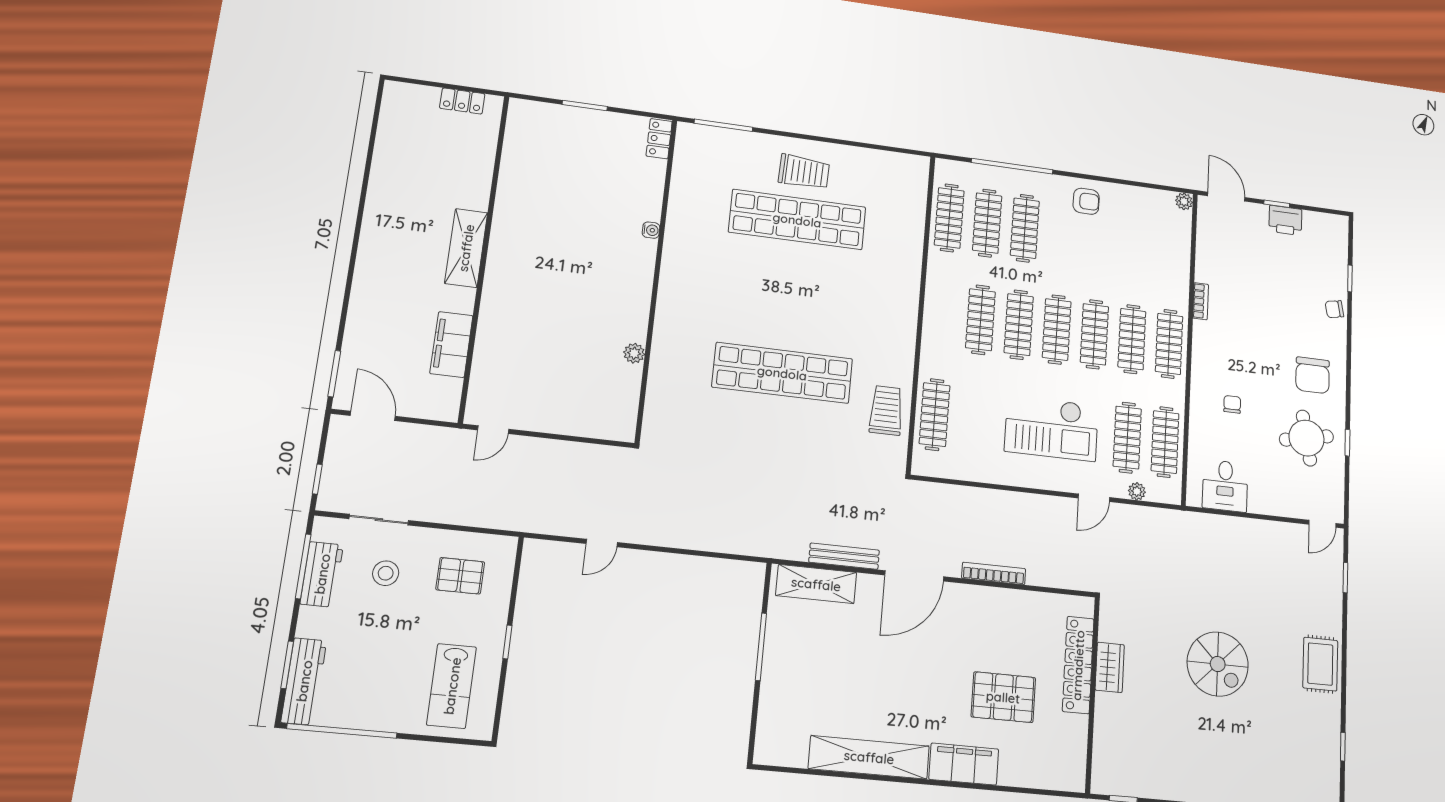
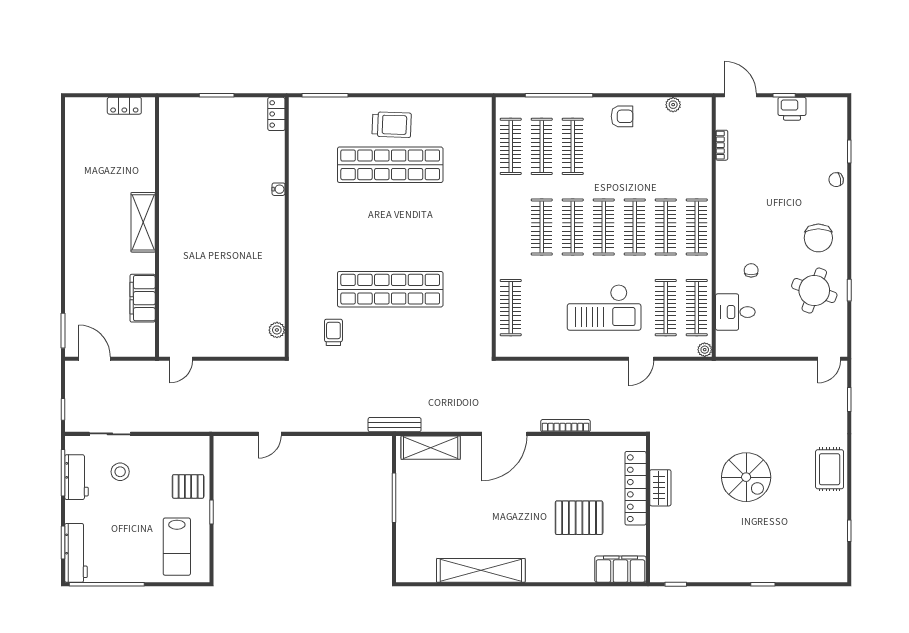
plant: (1184, 201) -> (673, 105), moved
bookcase: (1201, 301) -> (722, 145), moved
plant: (634, 353) -> (277, 330), moved
trolley: (886, 410) -> (333, 332), moved, width x0.73, depth x0.72
round table: (1306, 438) -> (814, 291), turned 31
desk: (1225, 486) -> (735, 312), moved, turned 90
plant: (1137, 491) -> (705, 350), moved
bench: (844, 556) -> (395, 425), moved
pallet: (460, 576) -> (188, 486), moved
filing cabinet: (964, 764) -> (620, 569), moved

